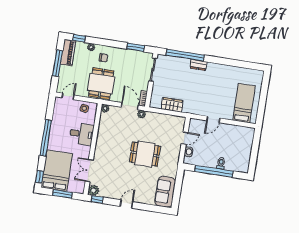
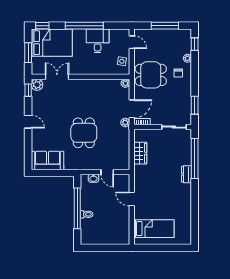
piano: (68, 53) -> (178, 35), removed
desk: (82, 134) -> (98, 41), moved, turned 180

